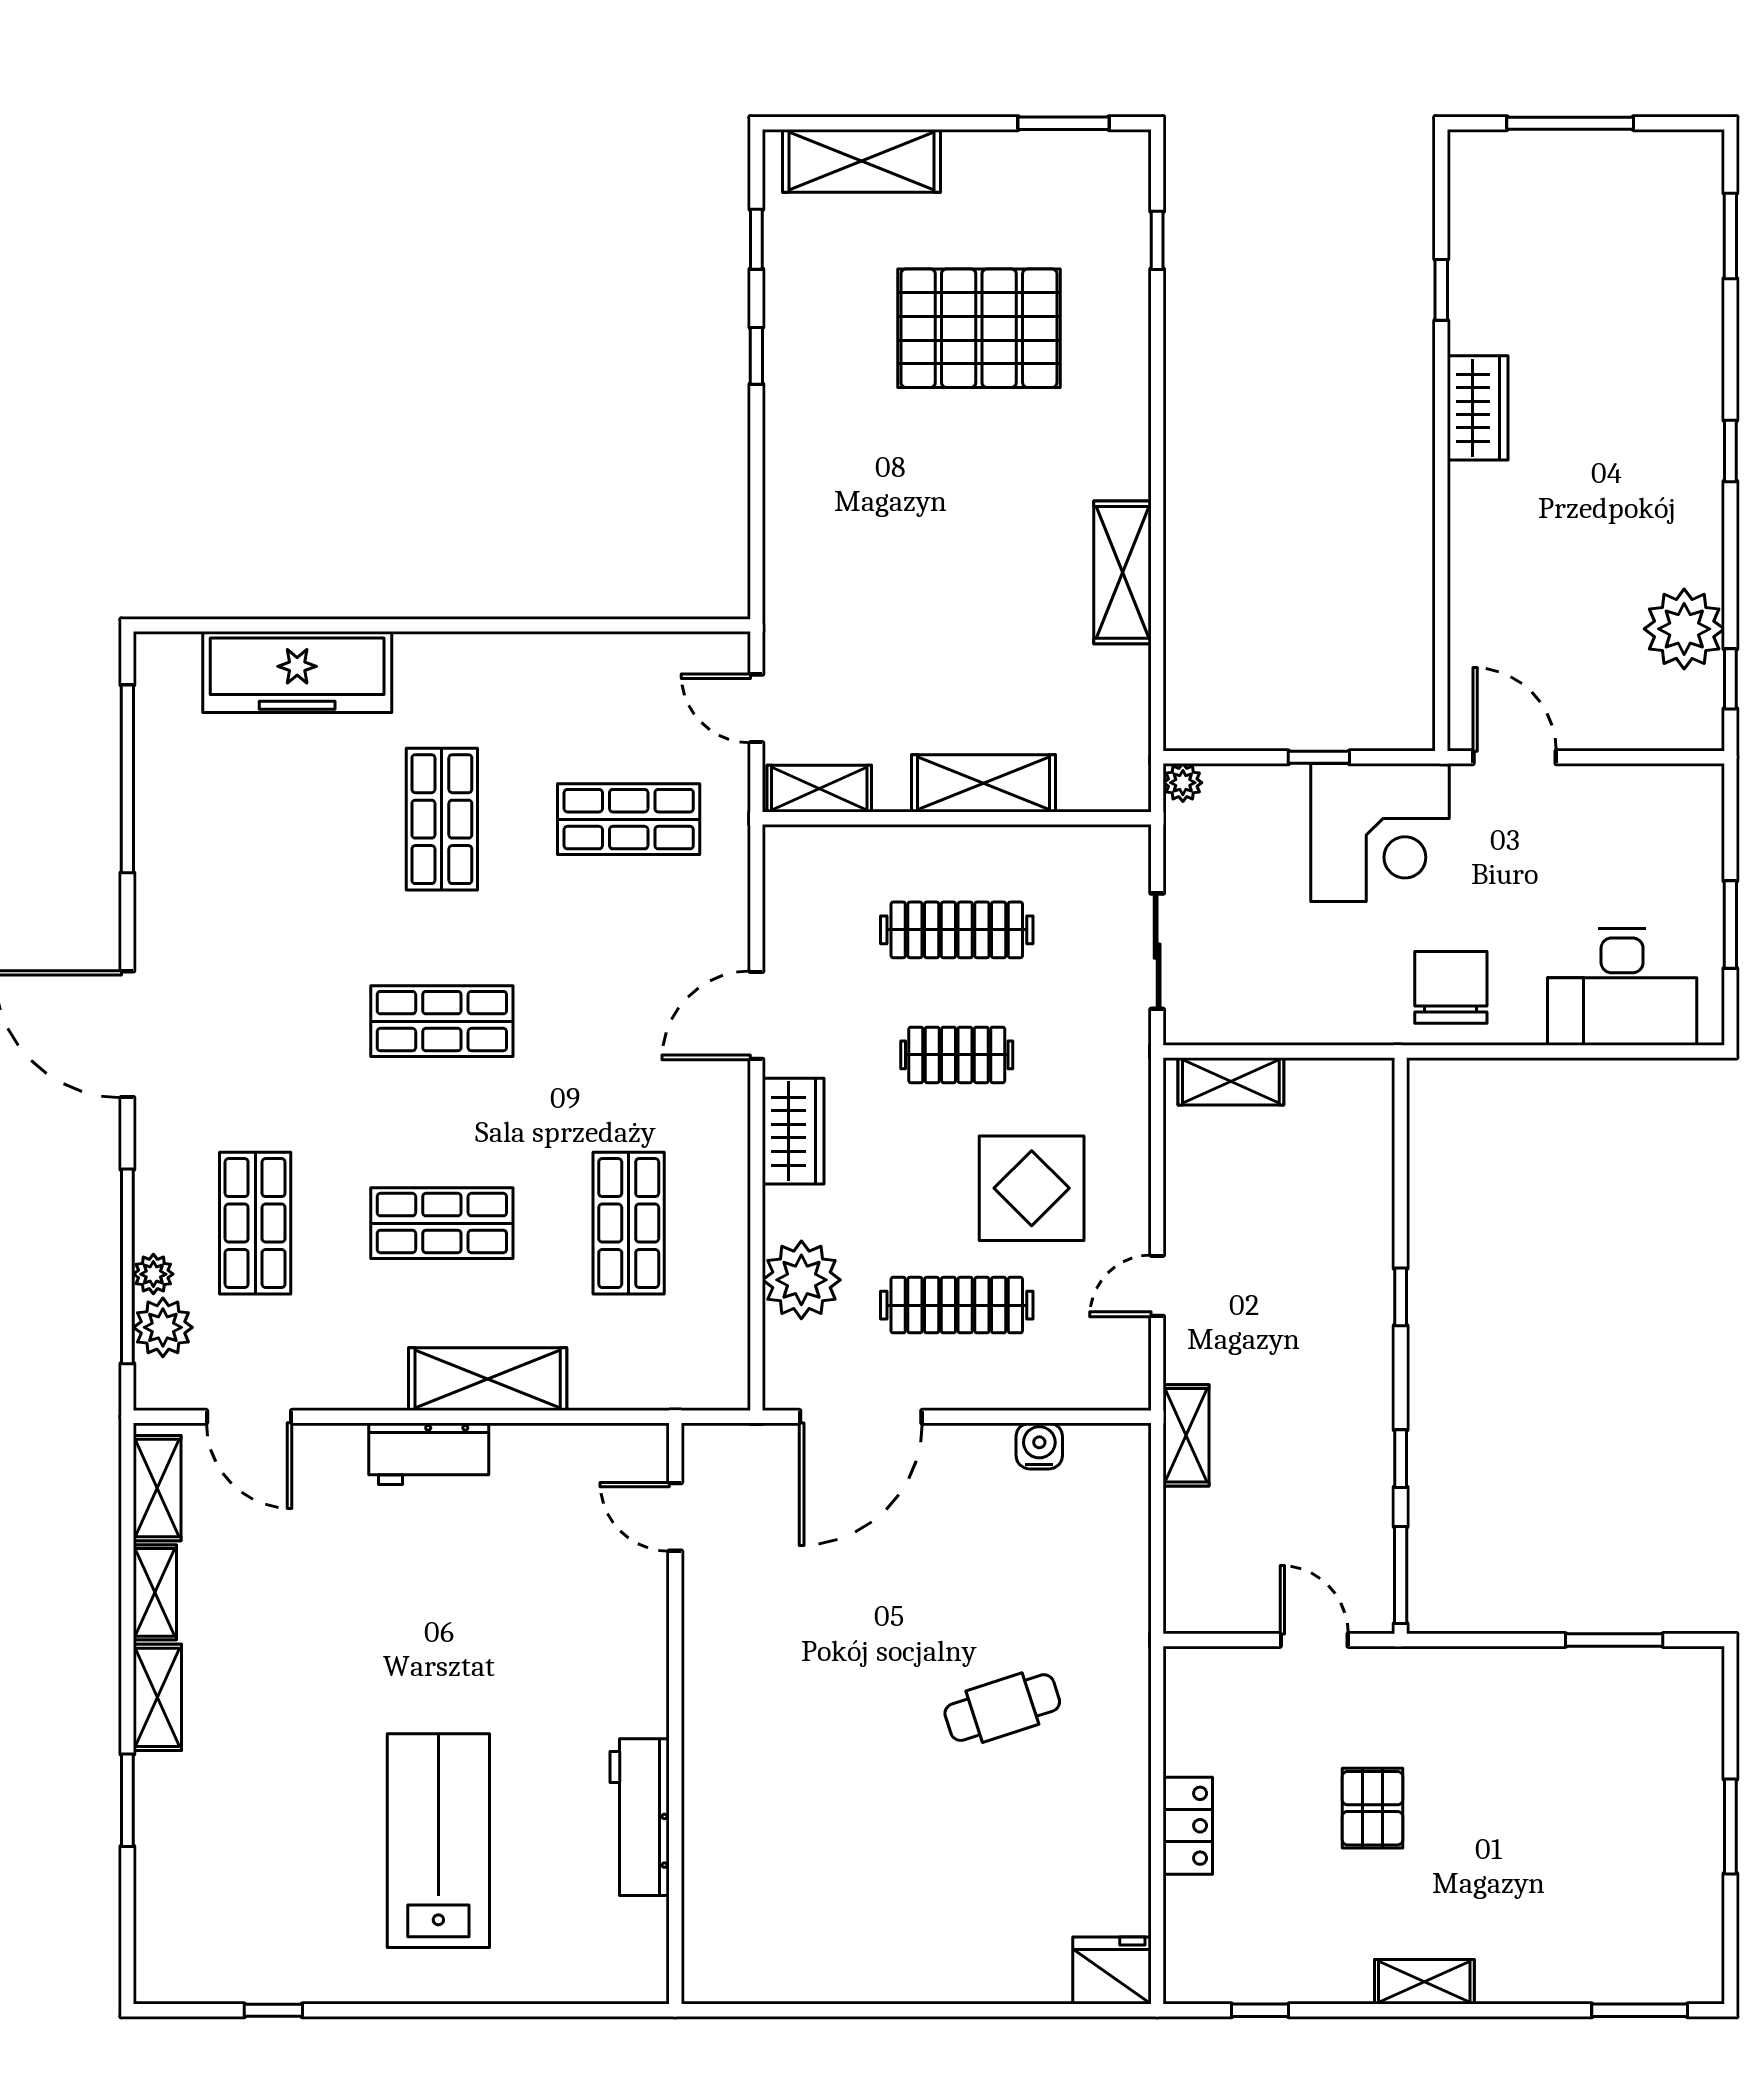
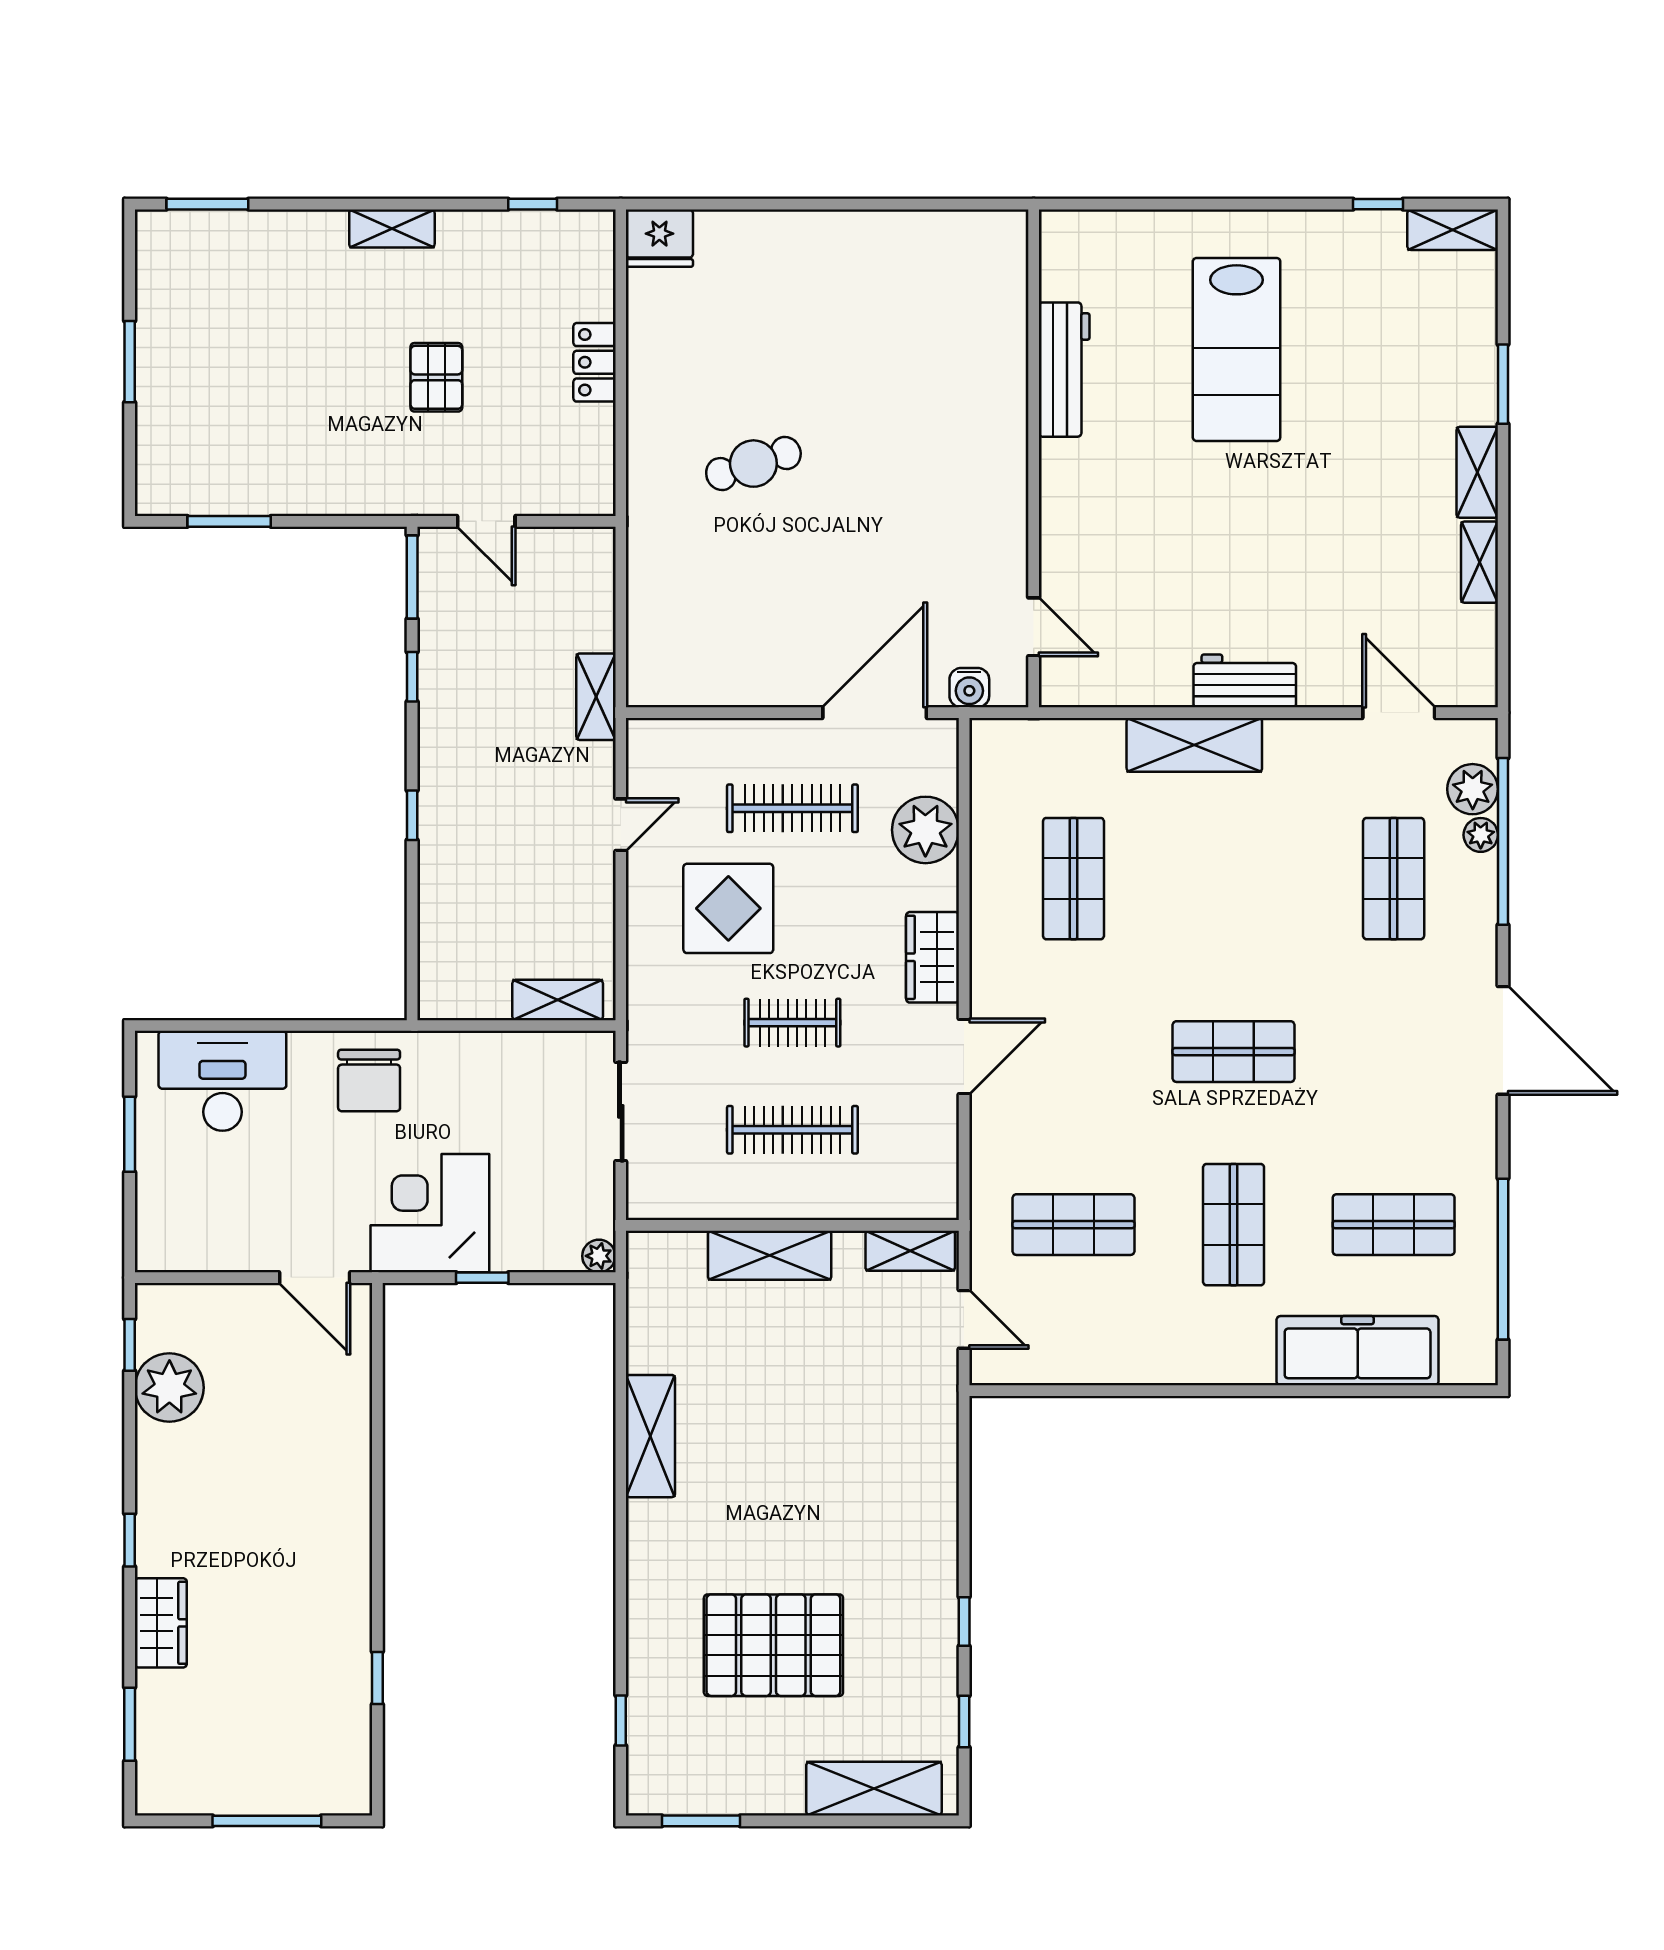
wardrobe: (1478, 408) -> (161, 1623), moved, turned 180
shop shelf: (442, 1223) -> (1394, 1225), moved
water cooler: (1039, 1446) -> (969, 688), moved
shelving: (157, 1488) -> (1453, 230), moved, turned 90

